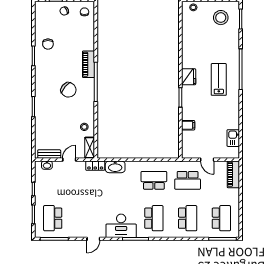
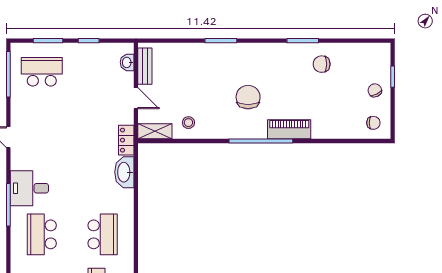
chair: (68, 90) -> (248, 97), turned 140
school desk: (154, 218) -> (42, 234), turned 90
desk: (121, 226) -> (29, 188), width x0.73

